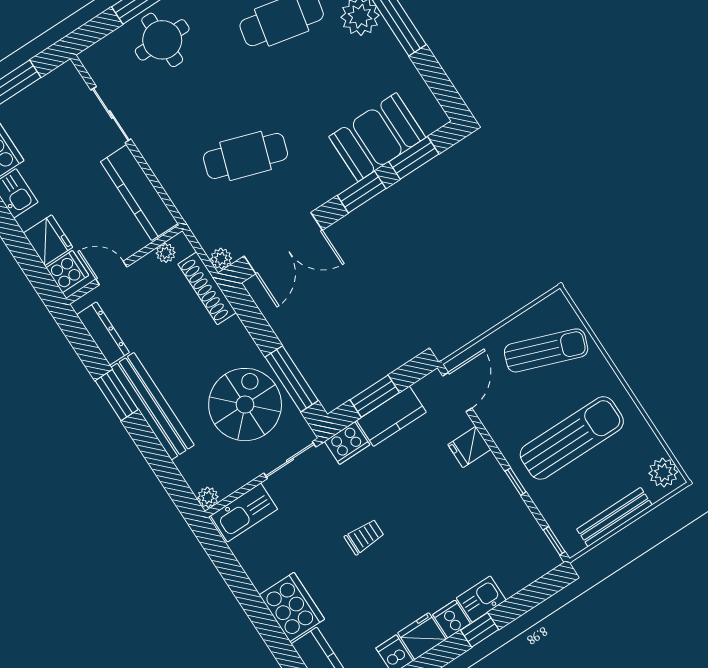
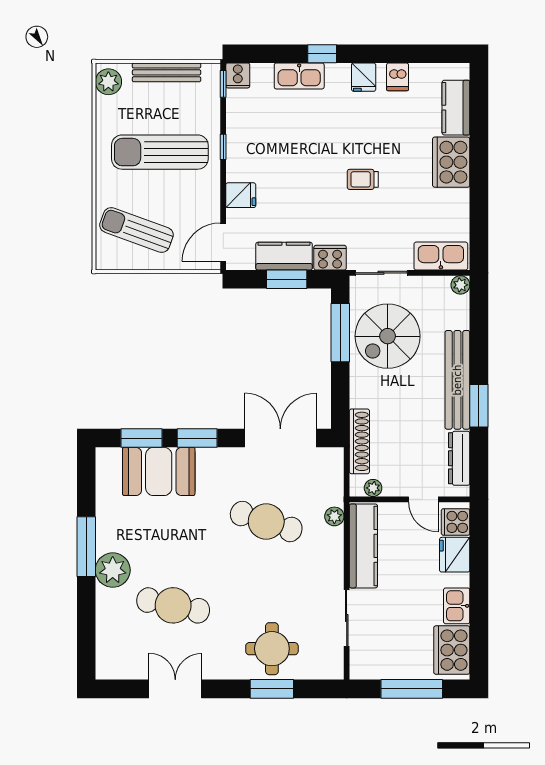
plant: (221, 259) -> (334, 516), moved
kitchen sink: (481, 599) -> (299, 76), width x1.38
cooker: (452, 619) -> (238, 75), moved
fridge: (422, 636) -> (364, 77), width x0.72

